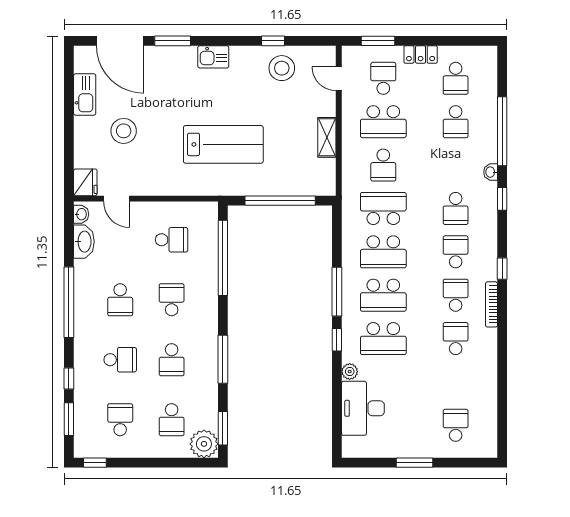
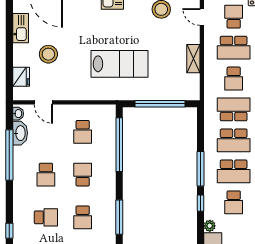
fridge: (85, 182) -> (21, 77), moved
school desk: (172, 240) -> (83, 132), turned 90
window: (69, 302) -> (9, 155), moved
school desk: (383, 339) -> (234, 202), width x0.54

